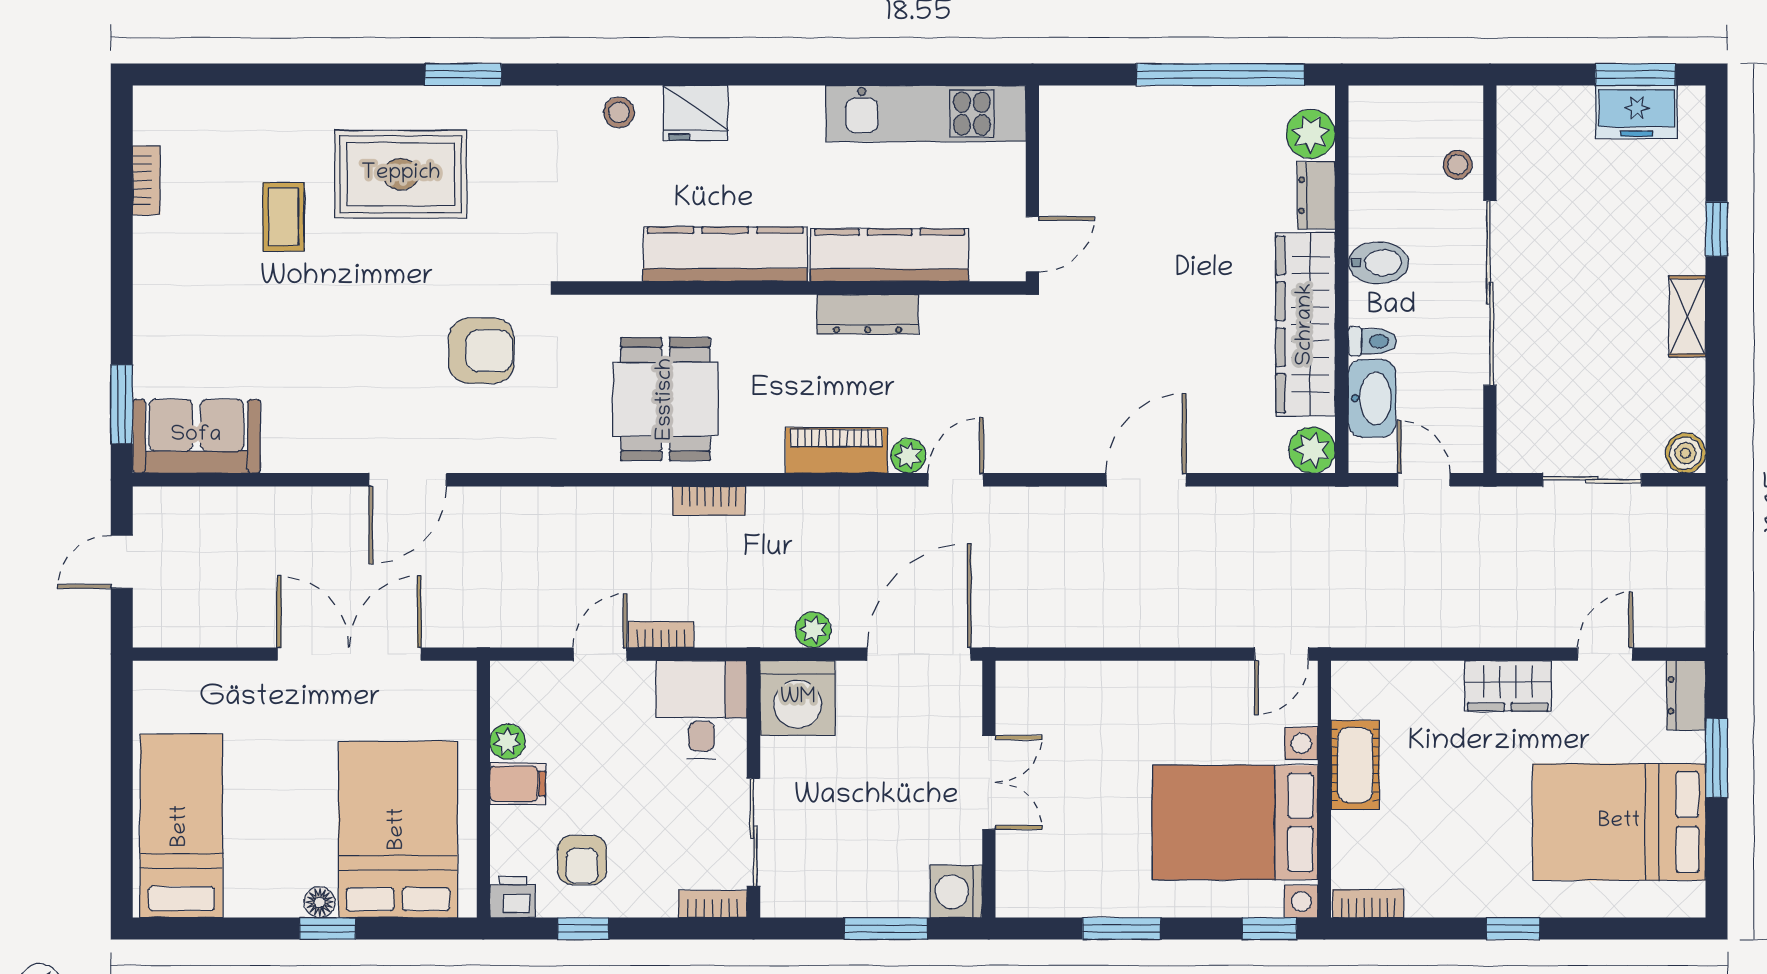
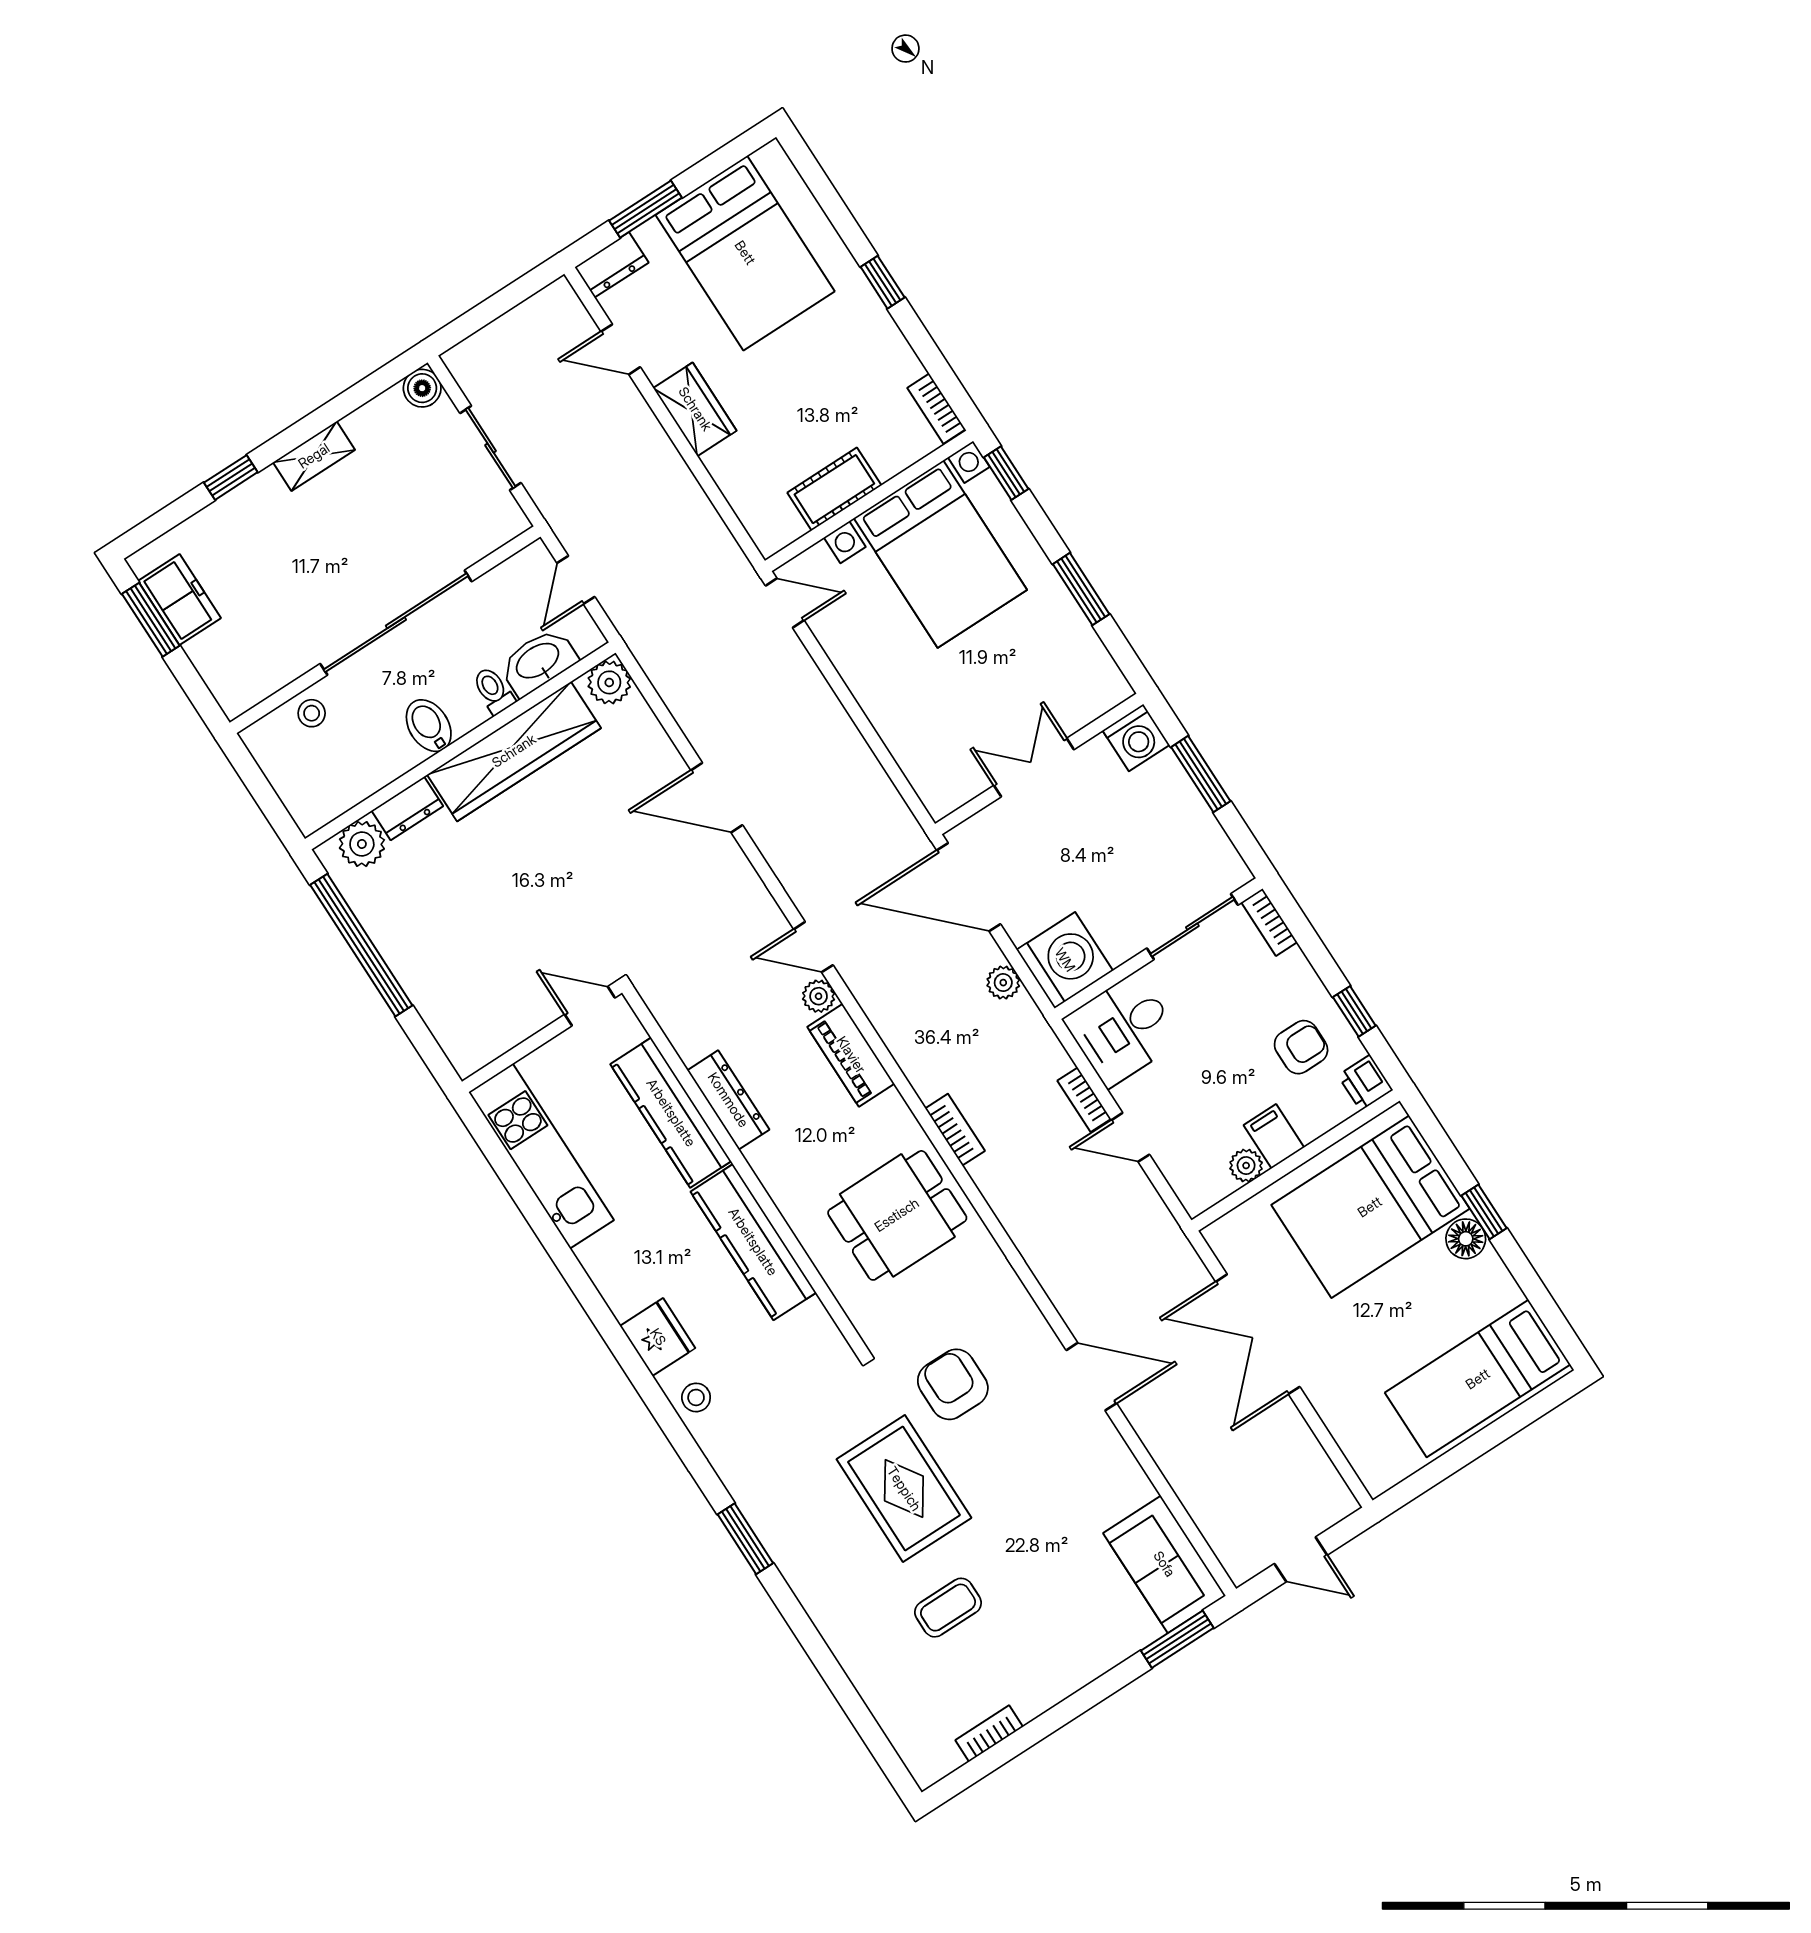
rug: (401, 174) -> (904, 1489), moved
floor lamp: (320, 902) -> (1466, 1239), width x1.37, depth x1.37

